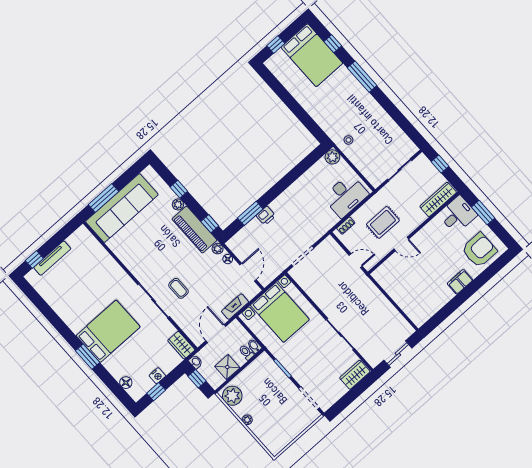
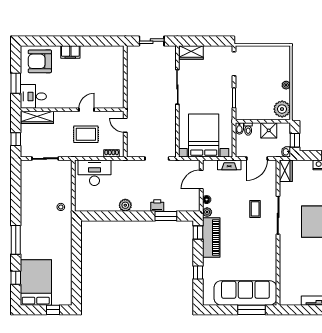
plant: (332, 157) -> (125, 205), moved
plant: (178, 204) -> (207, 263), removed
door: (401, 244) -> (86, 110), hinge flipped

